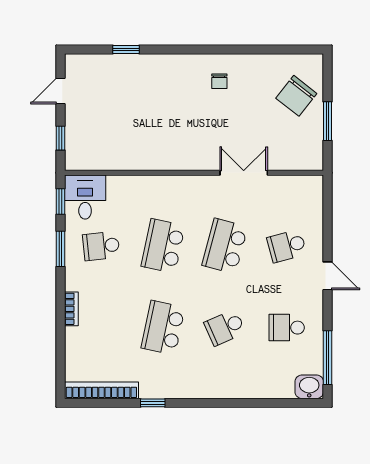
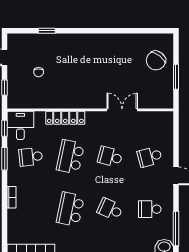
chair: (219, 81) -> (39, 72), moved
locker: (155, 185) -> (65, 118), added
school desk: (225, 246) -> (110, 157), width x0.54
school desk: (225, 328) -> (110, 209), turned 48

